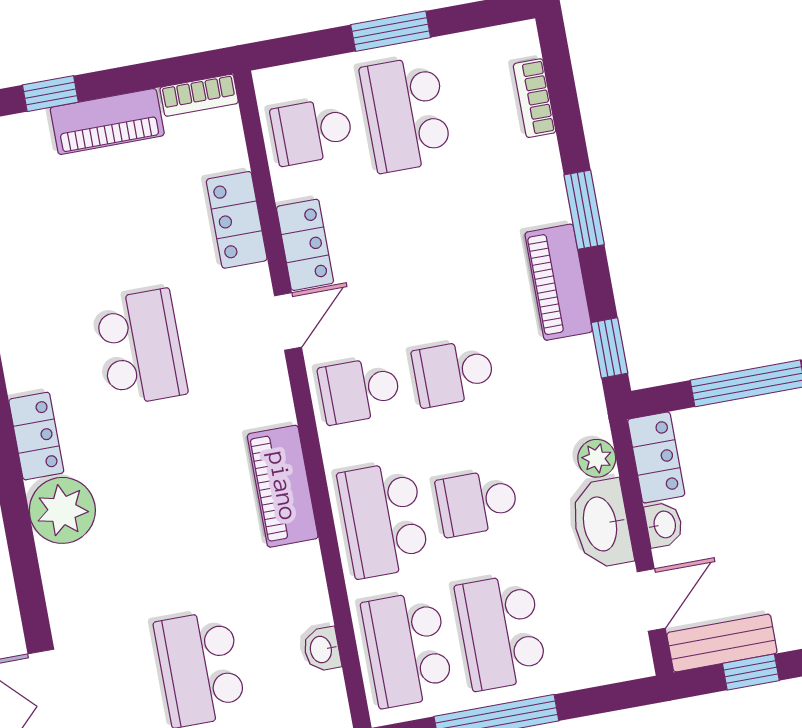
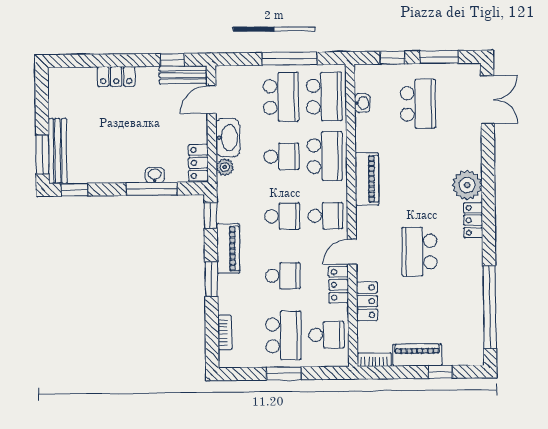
school desk: (430, 244) -> (283, 276), added
washbasin: (664, 525) -> (155, 175), moved, turned 90

